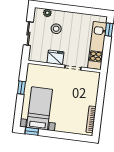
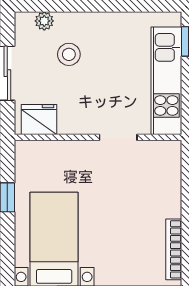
fridge: (55, 57) -> (39, 119), moved

